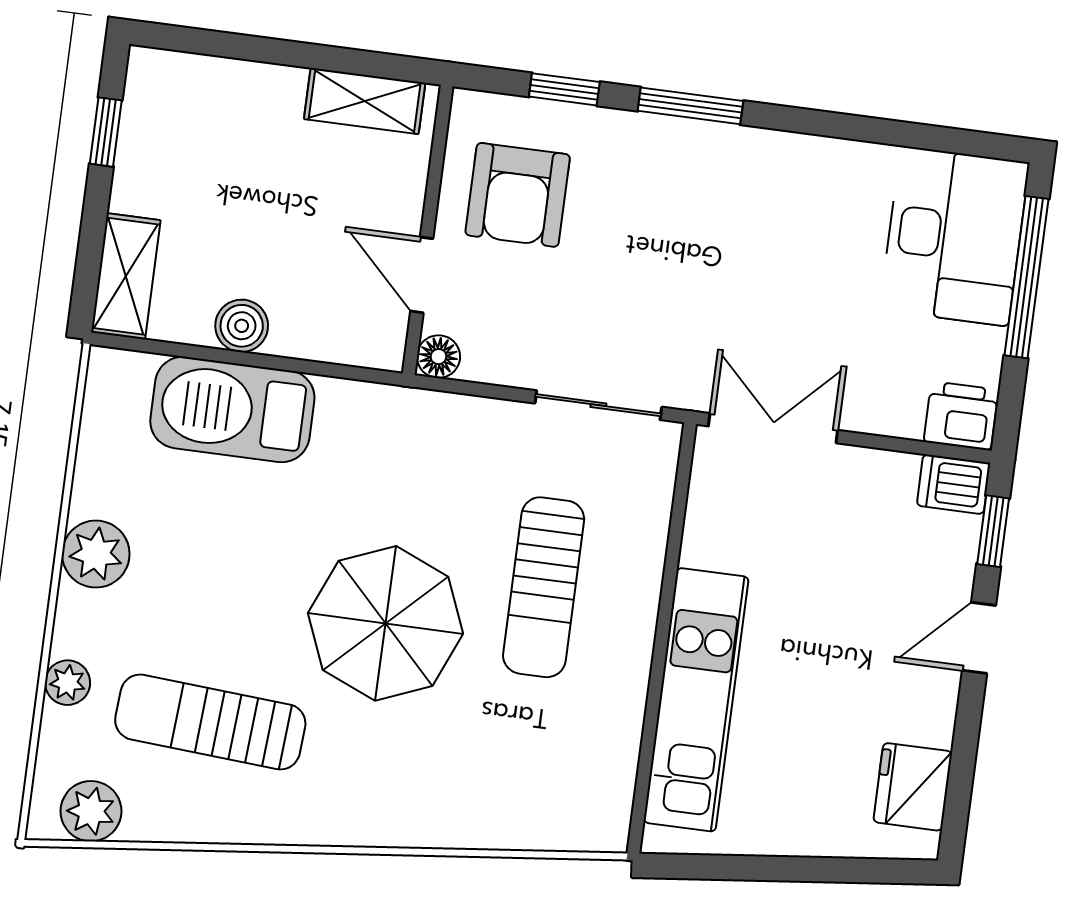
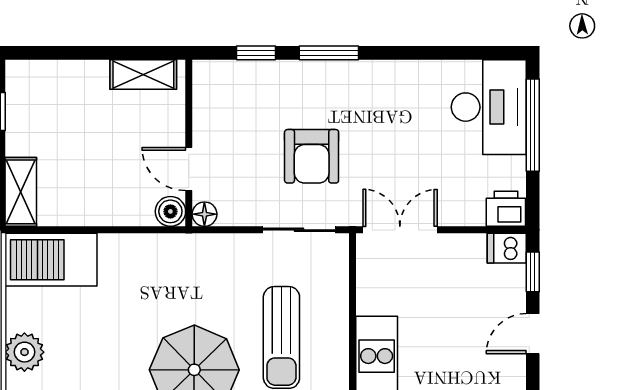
armchair: (518, 195) -> (312, 156), moved
boiler: (242, 326) -> (170, 211), moved
barbecue: (232, 409) -> (51, 260), moved

